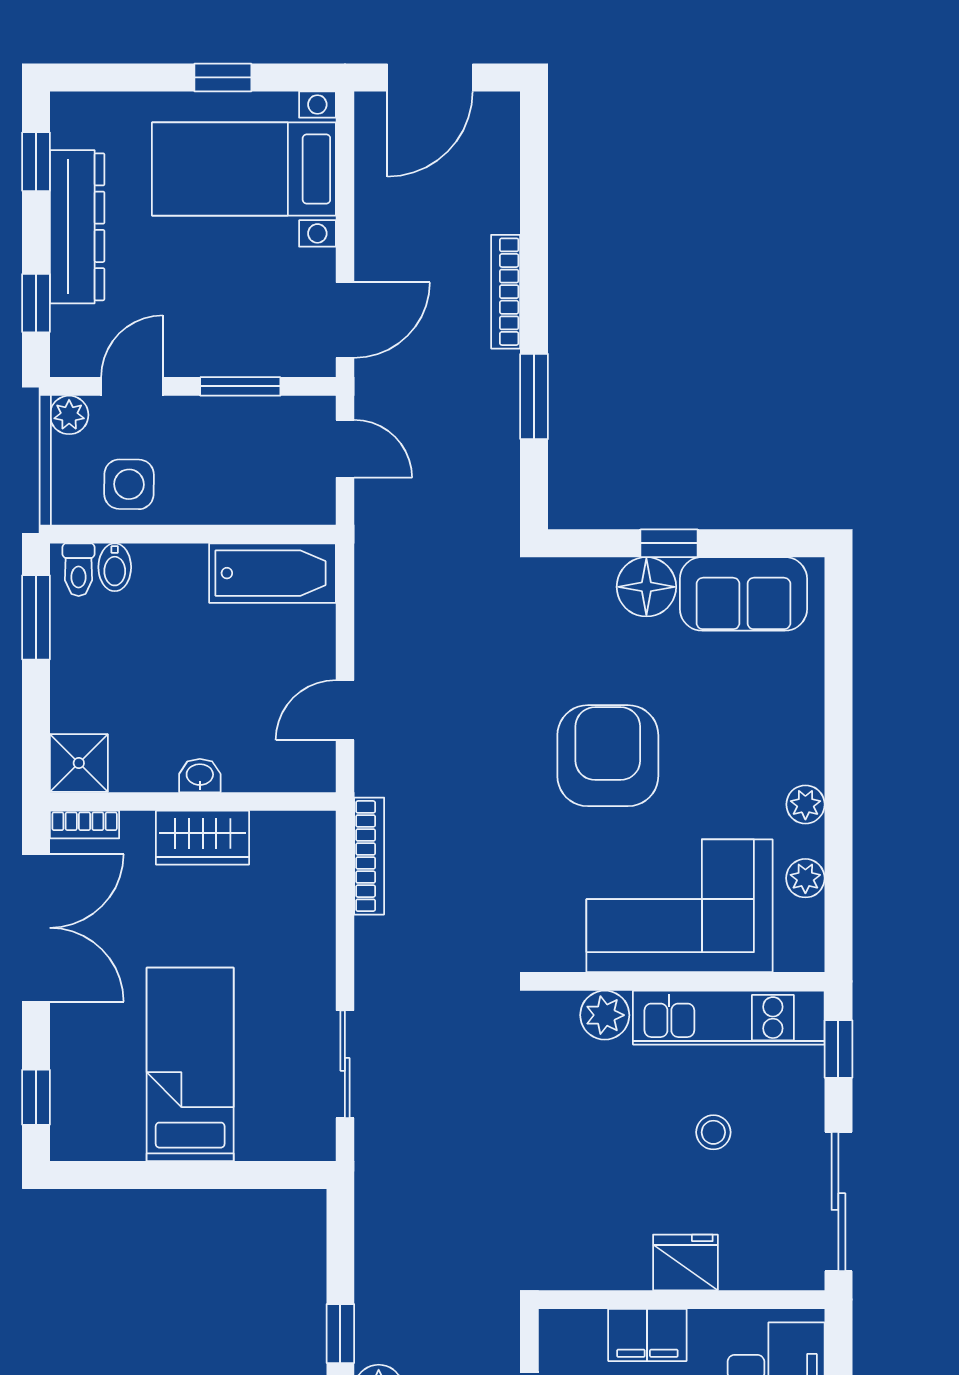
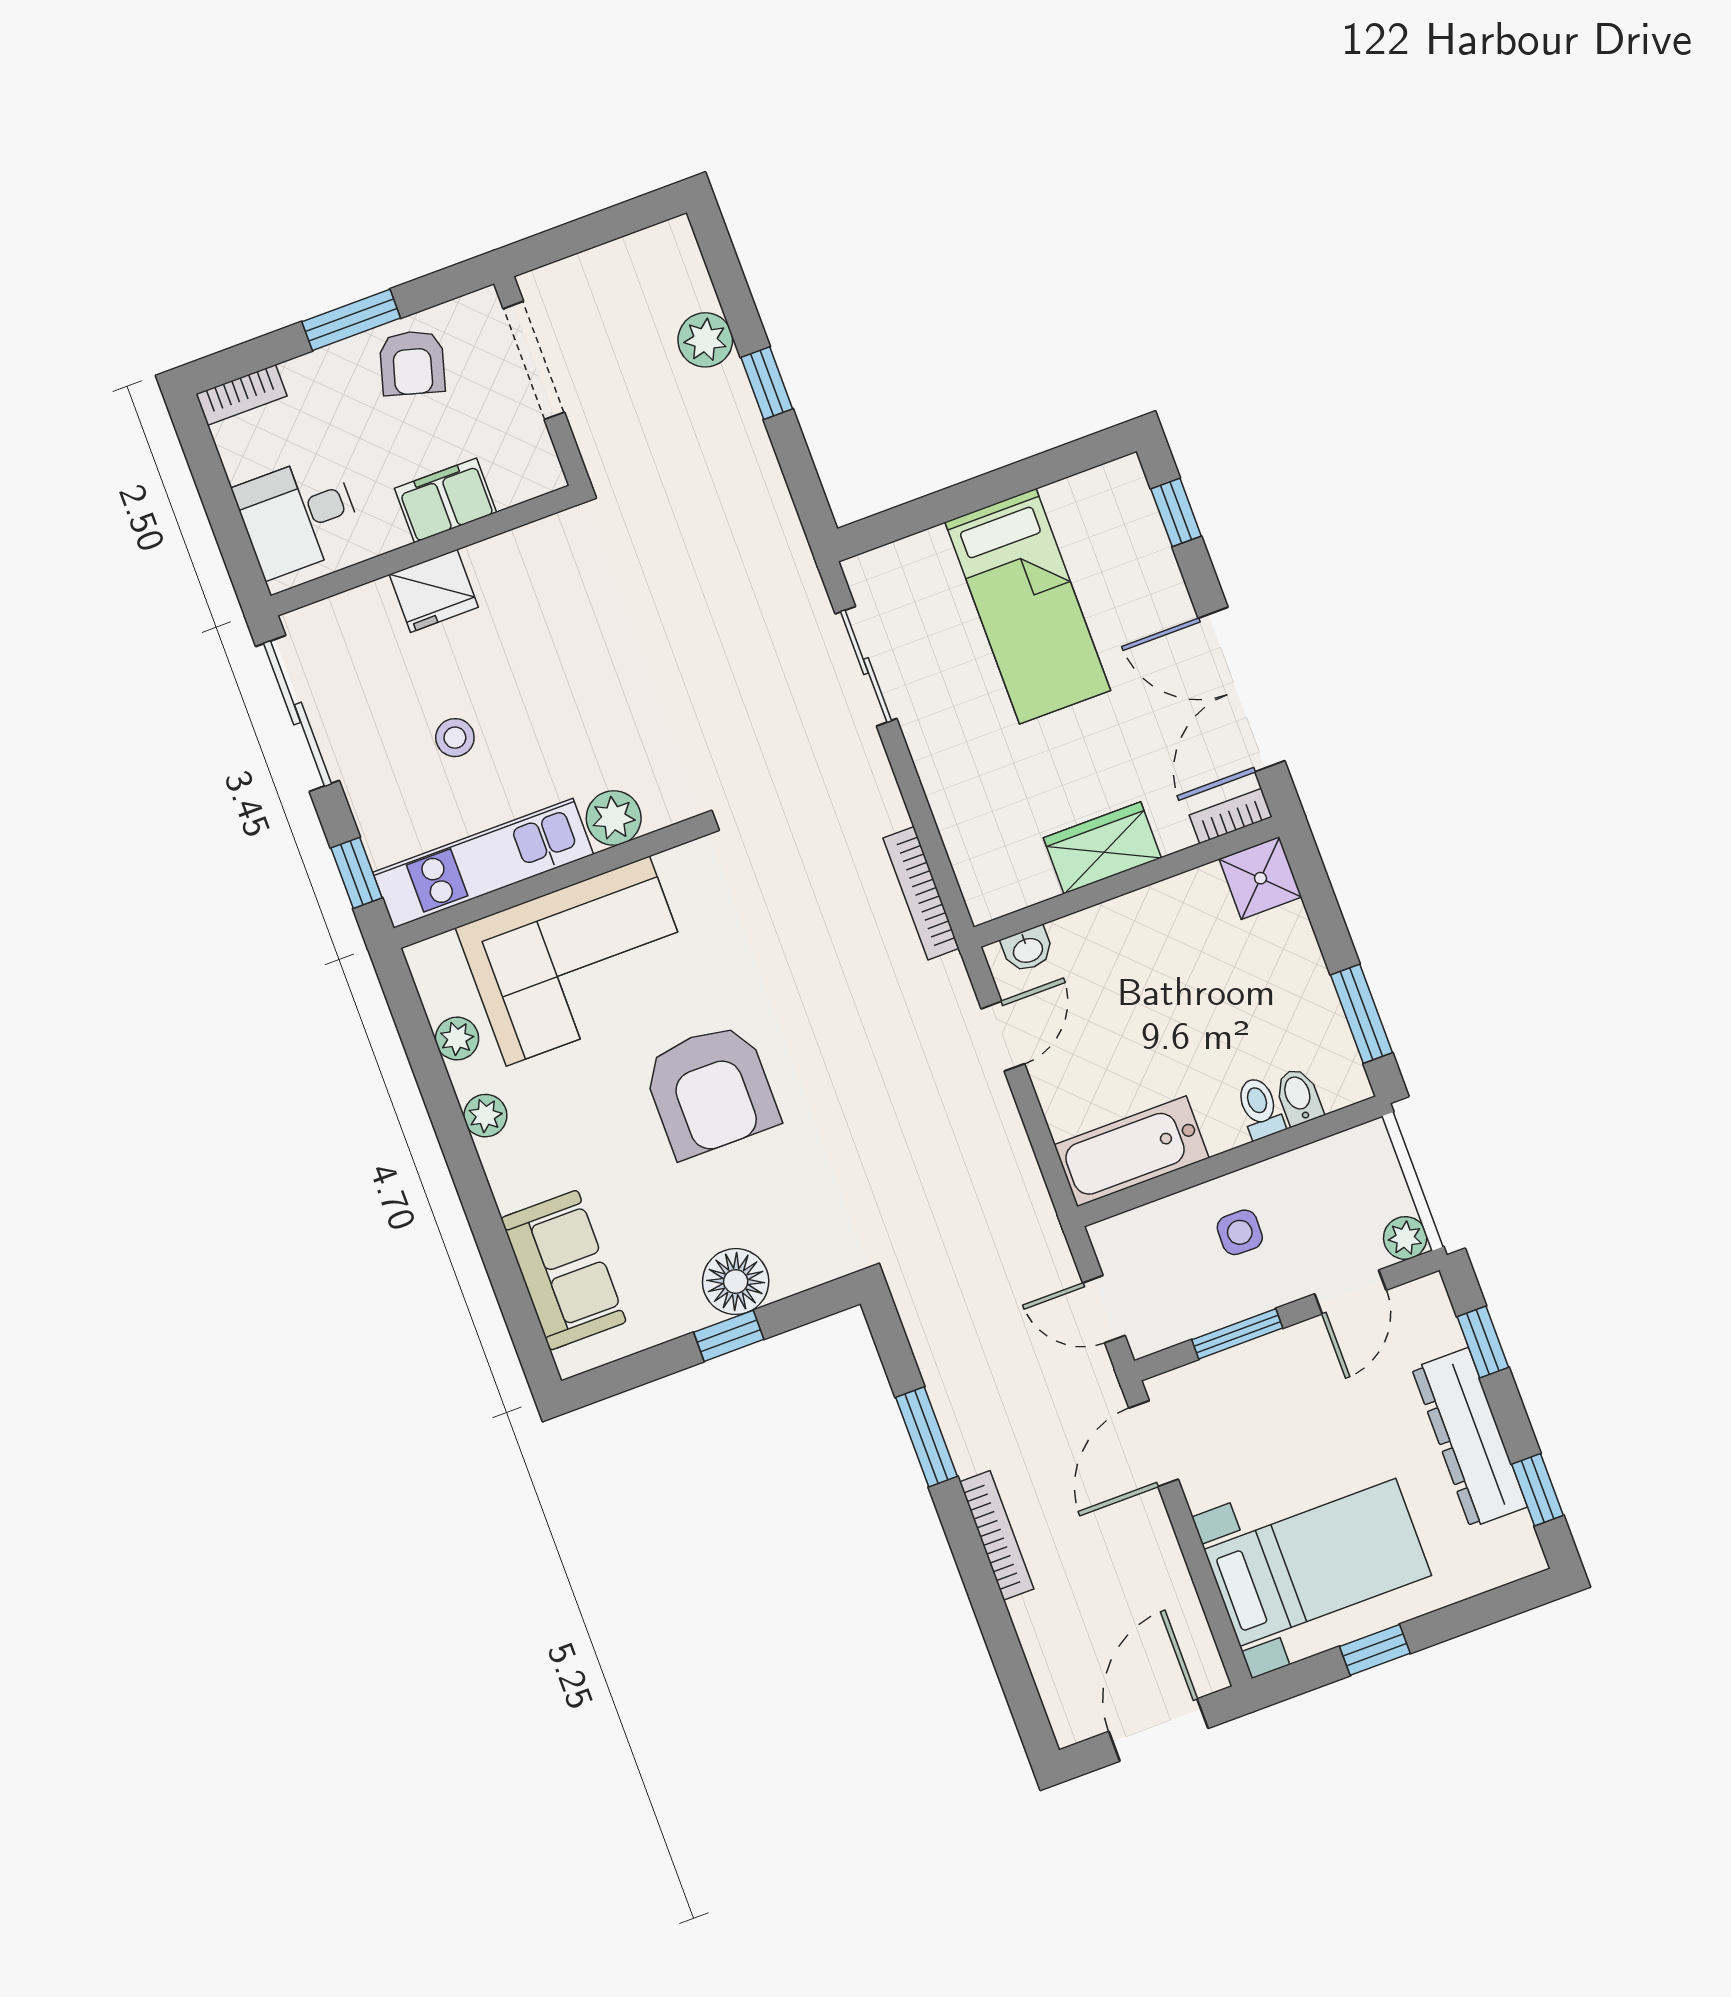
side table: (129, 484) -> (1240, 1232), moved, width x0.73, depth x0.73
toilet: (79, 570) -> (1260, 1108), moved
sofa: (743, 594) -> (564, 1270), moved, turned 90
washbasin: (200, 776) -> (1028, 949), moved

